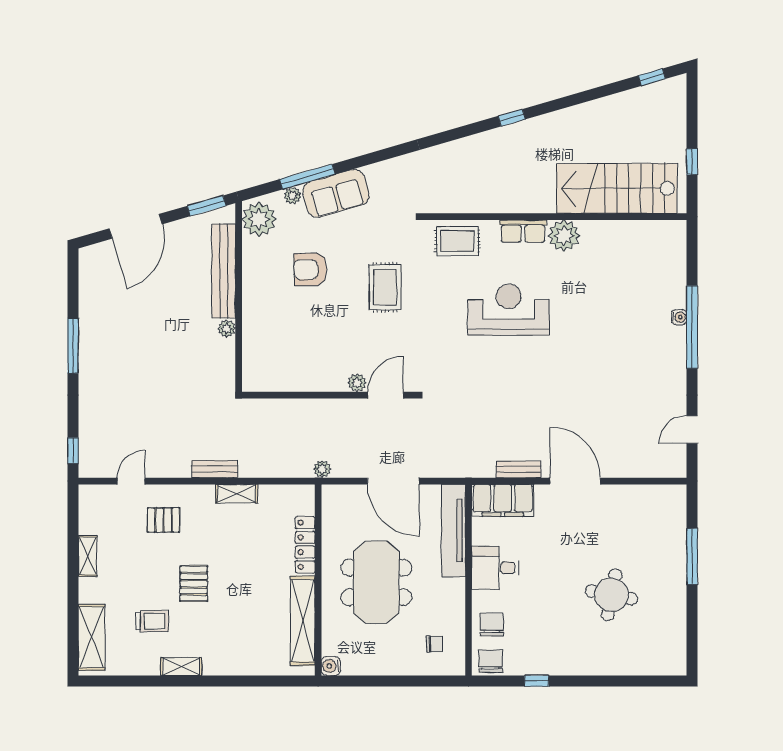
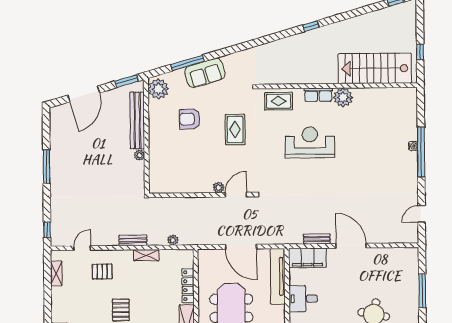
plant: (293, 195) -> (179, 74), removed
plant: (322, 469) -> (173, 240), moved
shelving: (88, 556) -> (56, 273), moved

